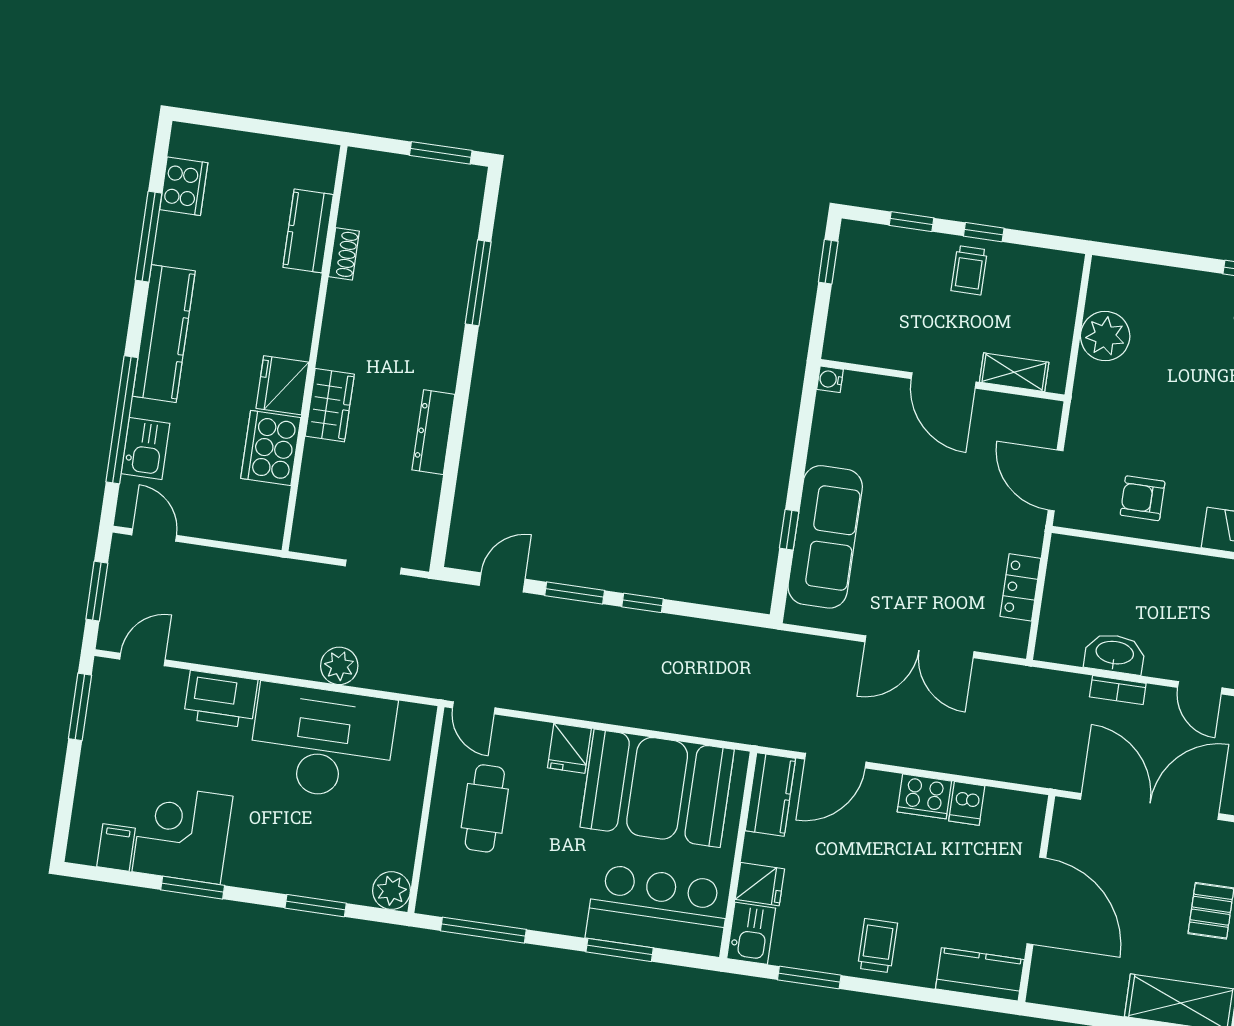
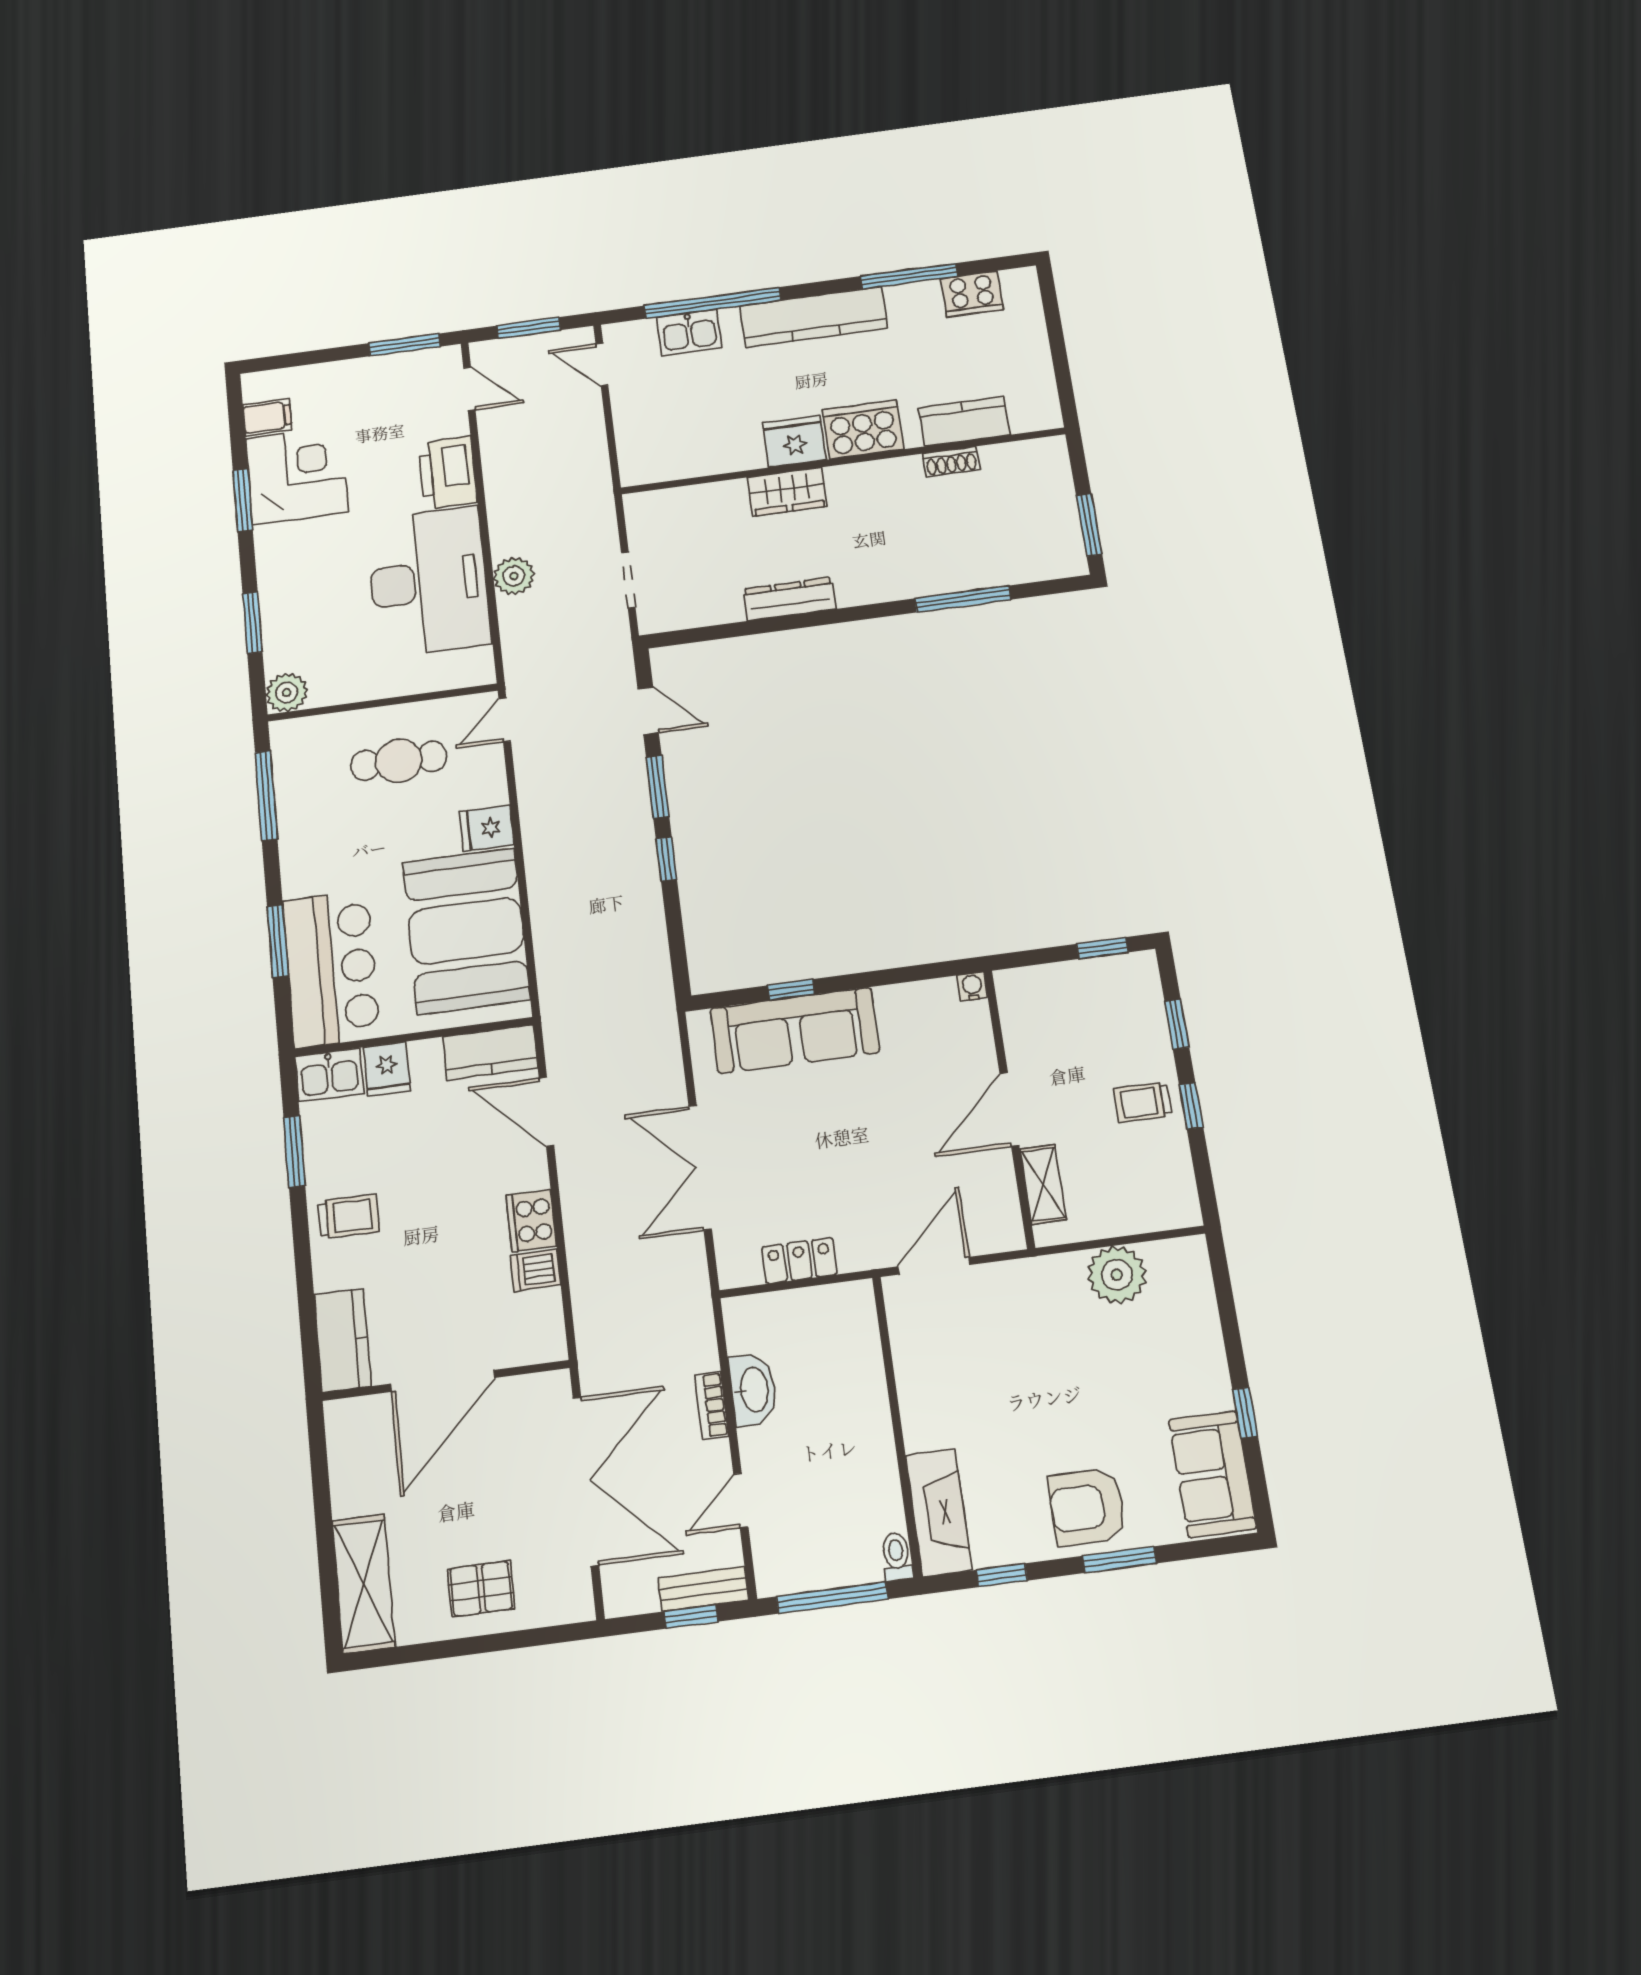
cooker: (271, 448) -> (863, 430), moved
armchair: (1143, 498) -> (943, 1371), removed
door: (154, 535) -> (602, 365), swing flipped

